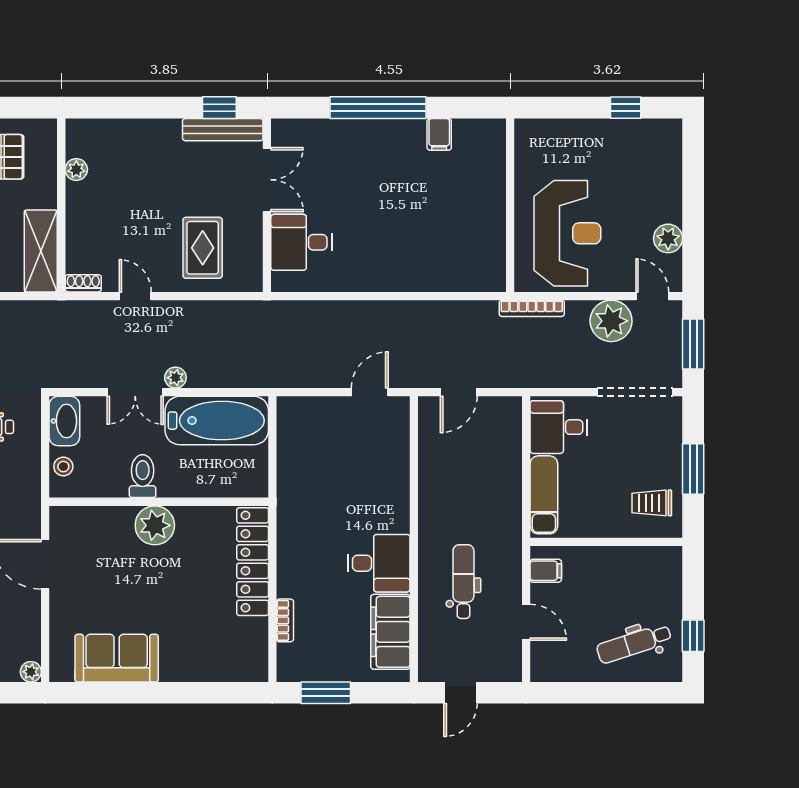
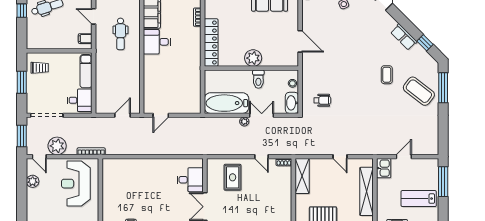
plant: (76, 170) -> (287, 211), removed

